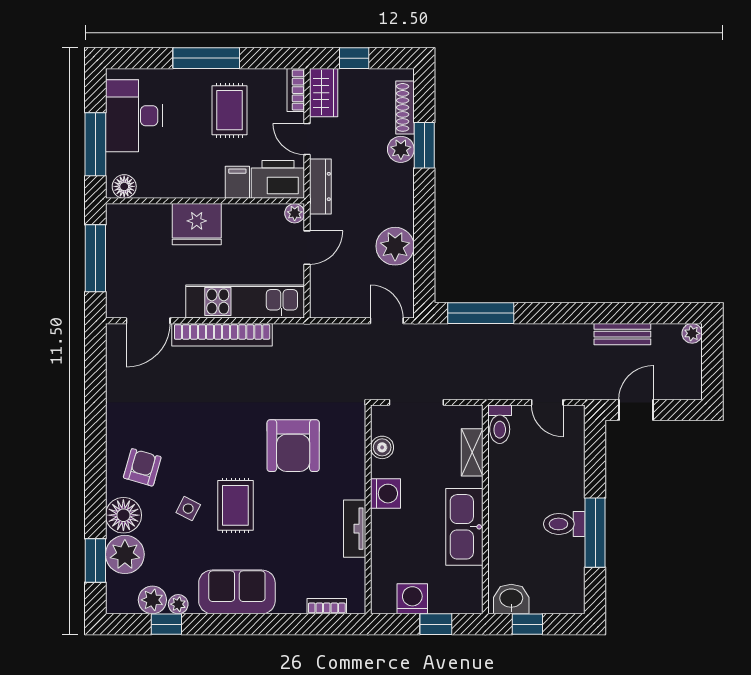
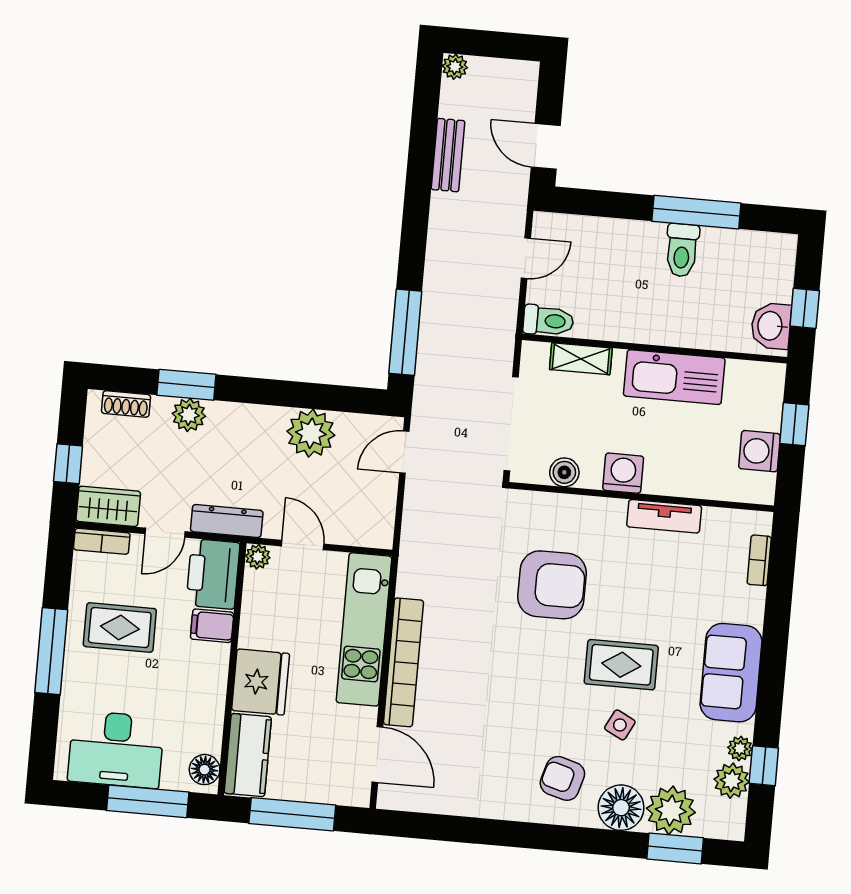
shoe rack: (405, 107) -> (126, 404), width x0.70
kitchen counter: (139, 219) -> (248, 755), added
doorway: (416, 402) -> (511, 424), width x1.36

